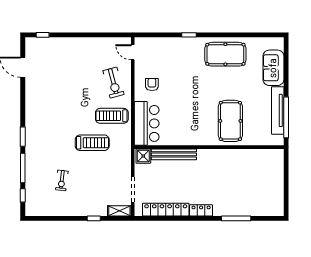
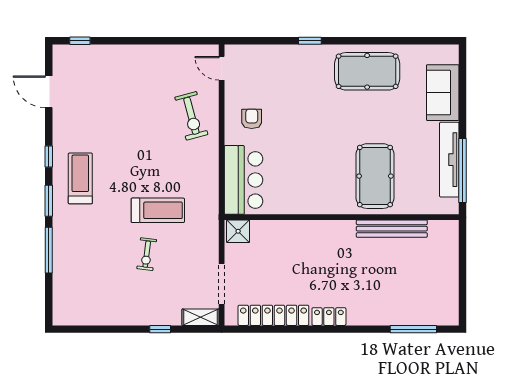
treadmill: (112, 116) -> (80, 178), moved, turned 90
bench: (174, 154) -> (392, 229), moved
exercise bike: (62, 180) -> (147, 254), moved
window: (23, 195) -> (49, 157), moved
window: (236, 218) -> (413, 329), moved

